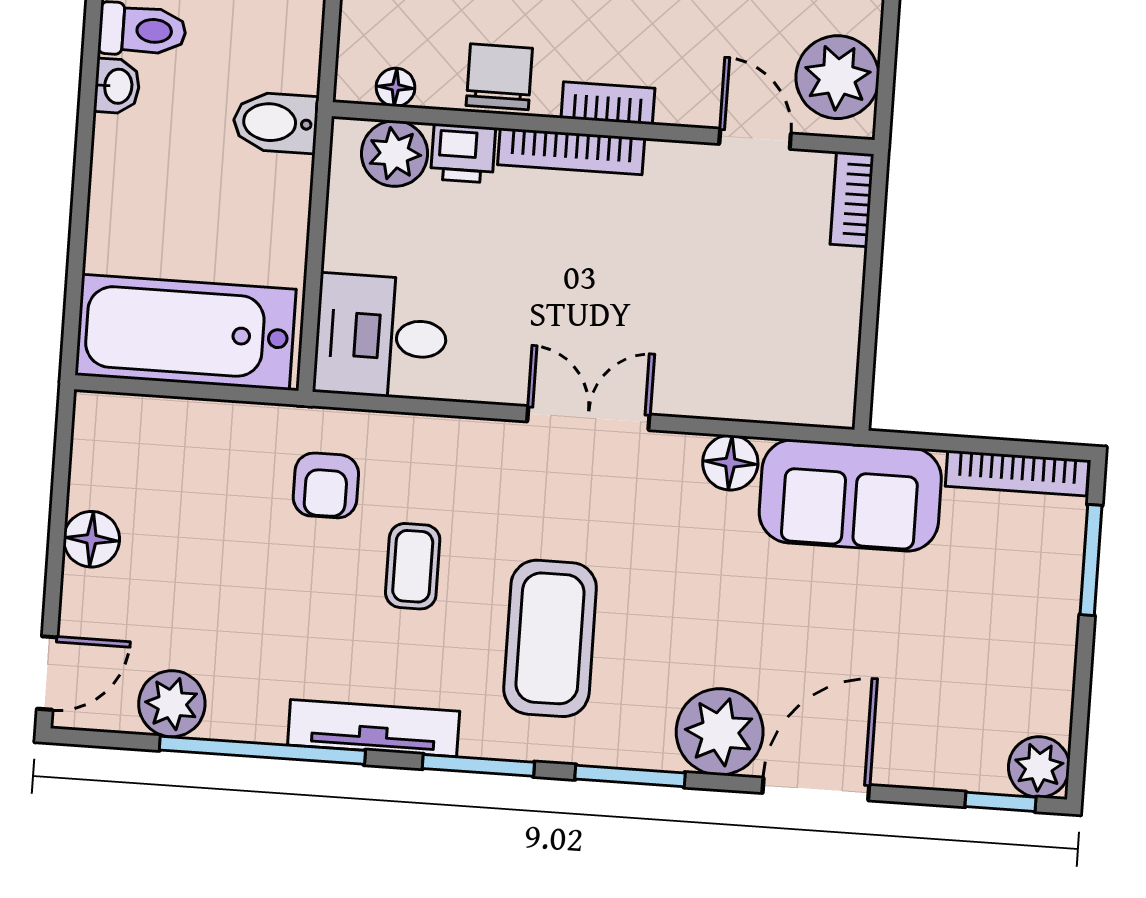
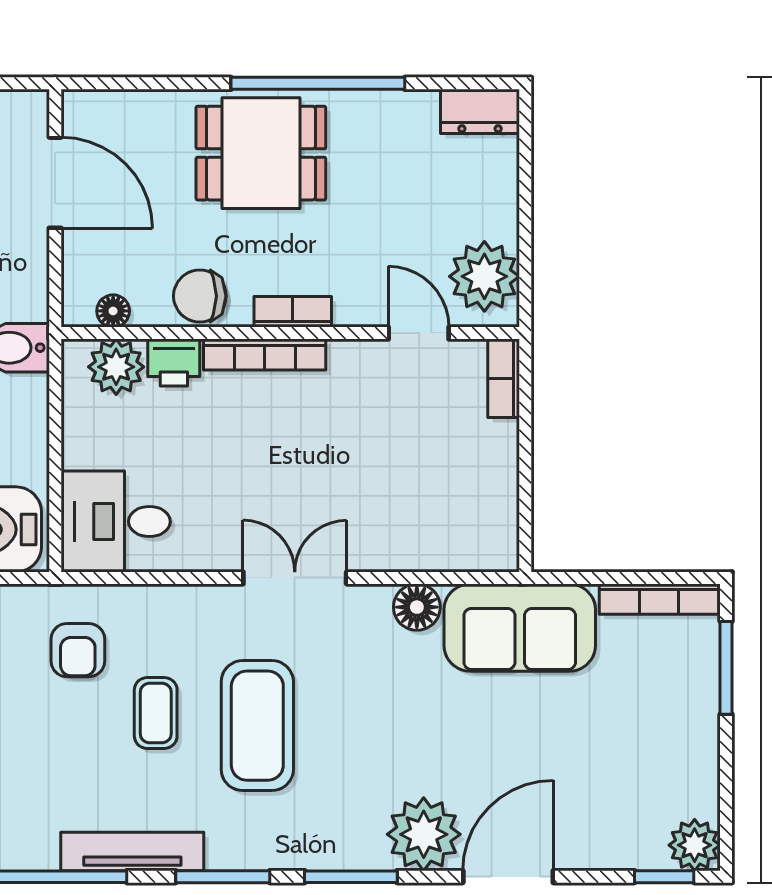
chair: (499, 77) -> (200, 296), turned -90
coffee table: (550, 638) -> (257, 726), moved

